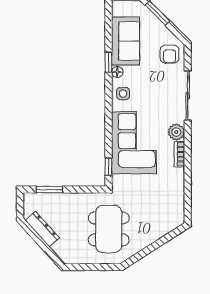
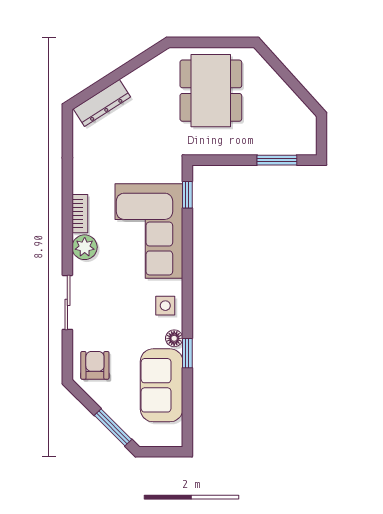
sliding door: (188, 96) -> (67, 302), width x0.73
dresser: (42, 229) -> (102, 103), moved, turned -80
dining table: (109, 229) -> (211, 91), moved

